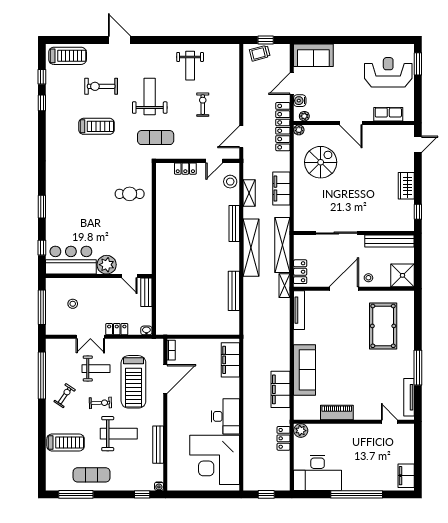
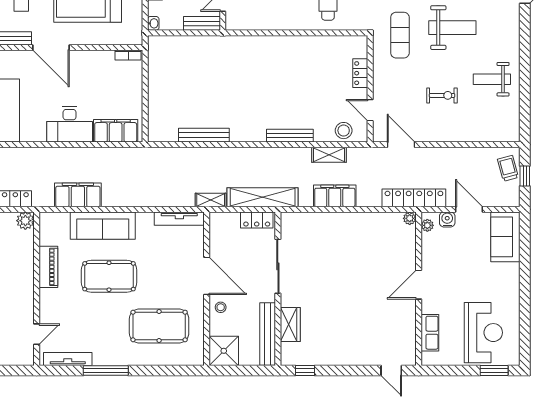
spiral stairs: (321, 162) -> (368, 246), removed
wardrobe: (406, 186) -> (290, 325), moved, turned 90
shelving: (251, 248) -> (259, 157), removed
locker: (300, 272) -> (257, 220), moved
pool table: (344, 365) -> (109, 276), added
door: (165, 379) -> (51, 47), moved
desk: (225, 416) -> (70, 124), moved

